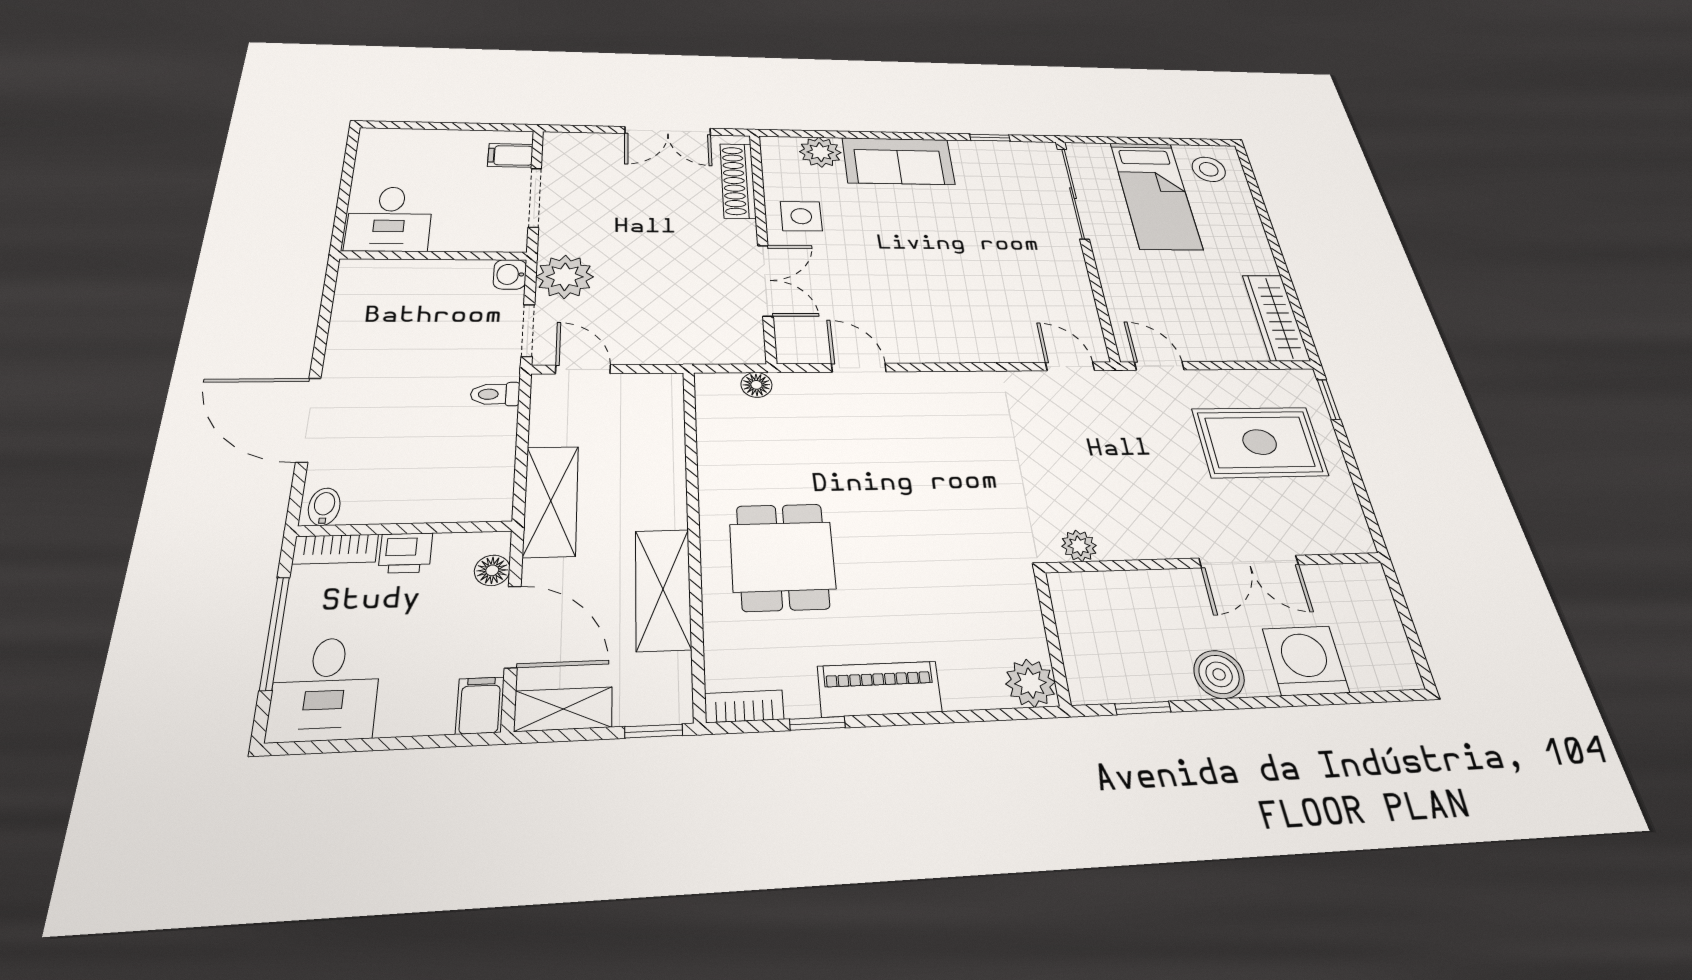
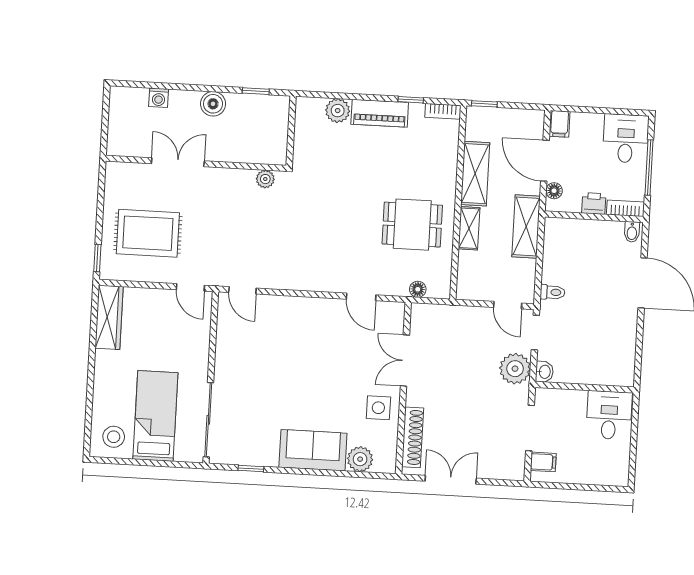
dining table: (783, 557) -> (412, 225), moved, turned 90
washing machine: (1306, 660) -> (159, 98), width x0.53, depth x0.53
plant: (1030, 683) -> (338, 111), moved
shelving: (563, 709) -> (469, 228), moved, turned 90

